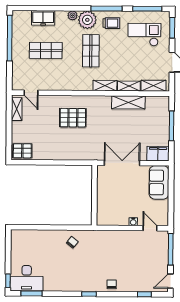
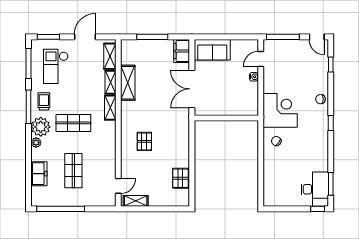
pallet: (73, 118) -> (144, 141), width x0.67, depth x0.71
pallet: (22, 151) -> (180, 178), moved
corner desk: (101, 246) -> (280, 110), added

